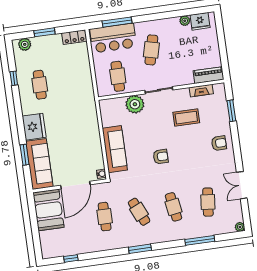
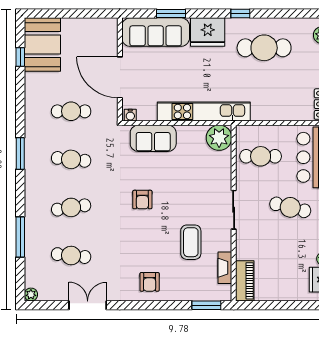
window: (14, 78) -> (240, 14), moved
cafe table: (40, 85) -> (264, 48), width x1.37, depth x1.35
plant: (135, 104) -> (219, 138), moved
window: (231, 111) -> (206, 305), moved
kitchen unit: (91, 122) -> (204, 111), added
sofa: (115, 149) -> (153, 138), width x0.73
booth: (48, 210) -> (42, 45), moved, turned 90
cafe table: (139, 212) -> (71, 159), turned 30

